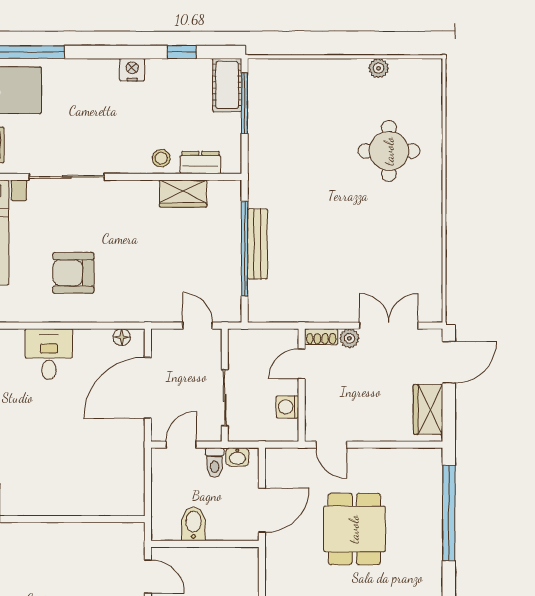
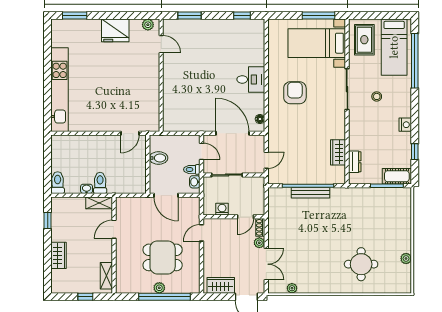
stool: (161, 158) -> (377, 96), moved
plant: (433, 278) -> (292, 288), added
door: (302, 364) -> (246, 217), swing flipped
plant: (432, 523) -> (159, 288), added
dining table: (354, 529) -> (163, 257), moved

